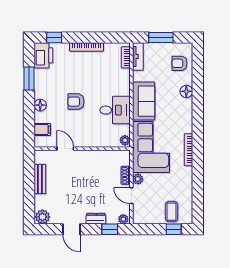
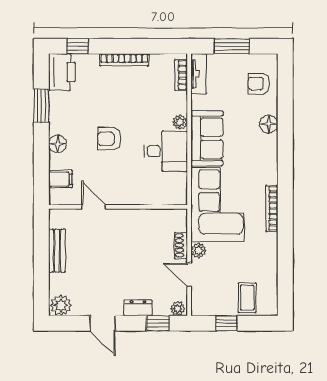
plant: (125, 140) -> (180, 122), moved
window: (174, 229) -> (227, 323), moved

